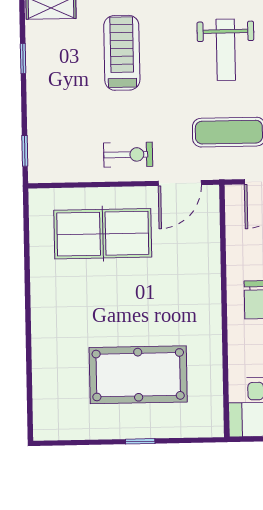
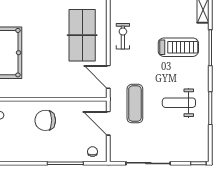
exercise bike: (128, 155) -> (123, 36), moved, turned 180

